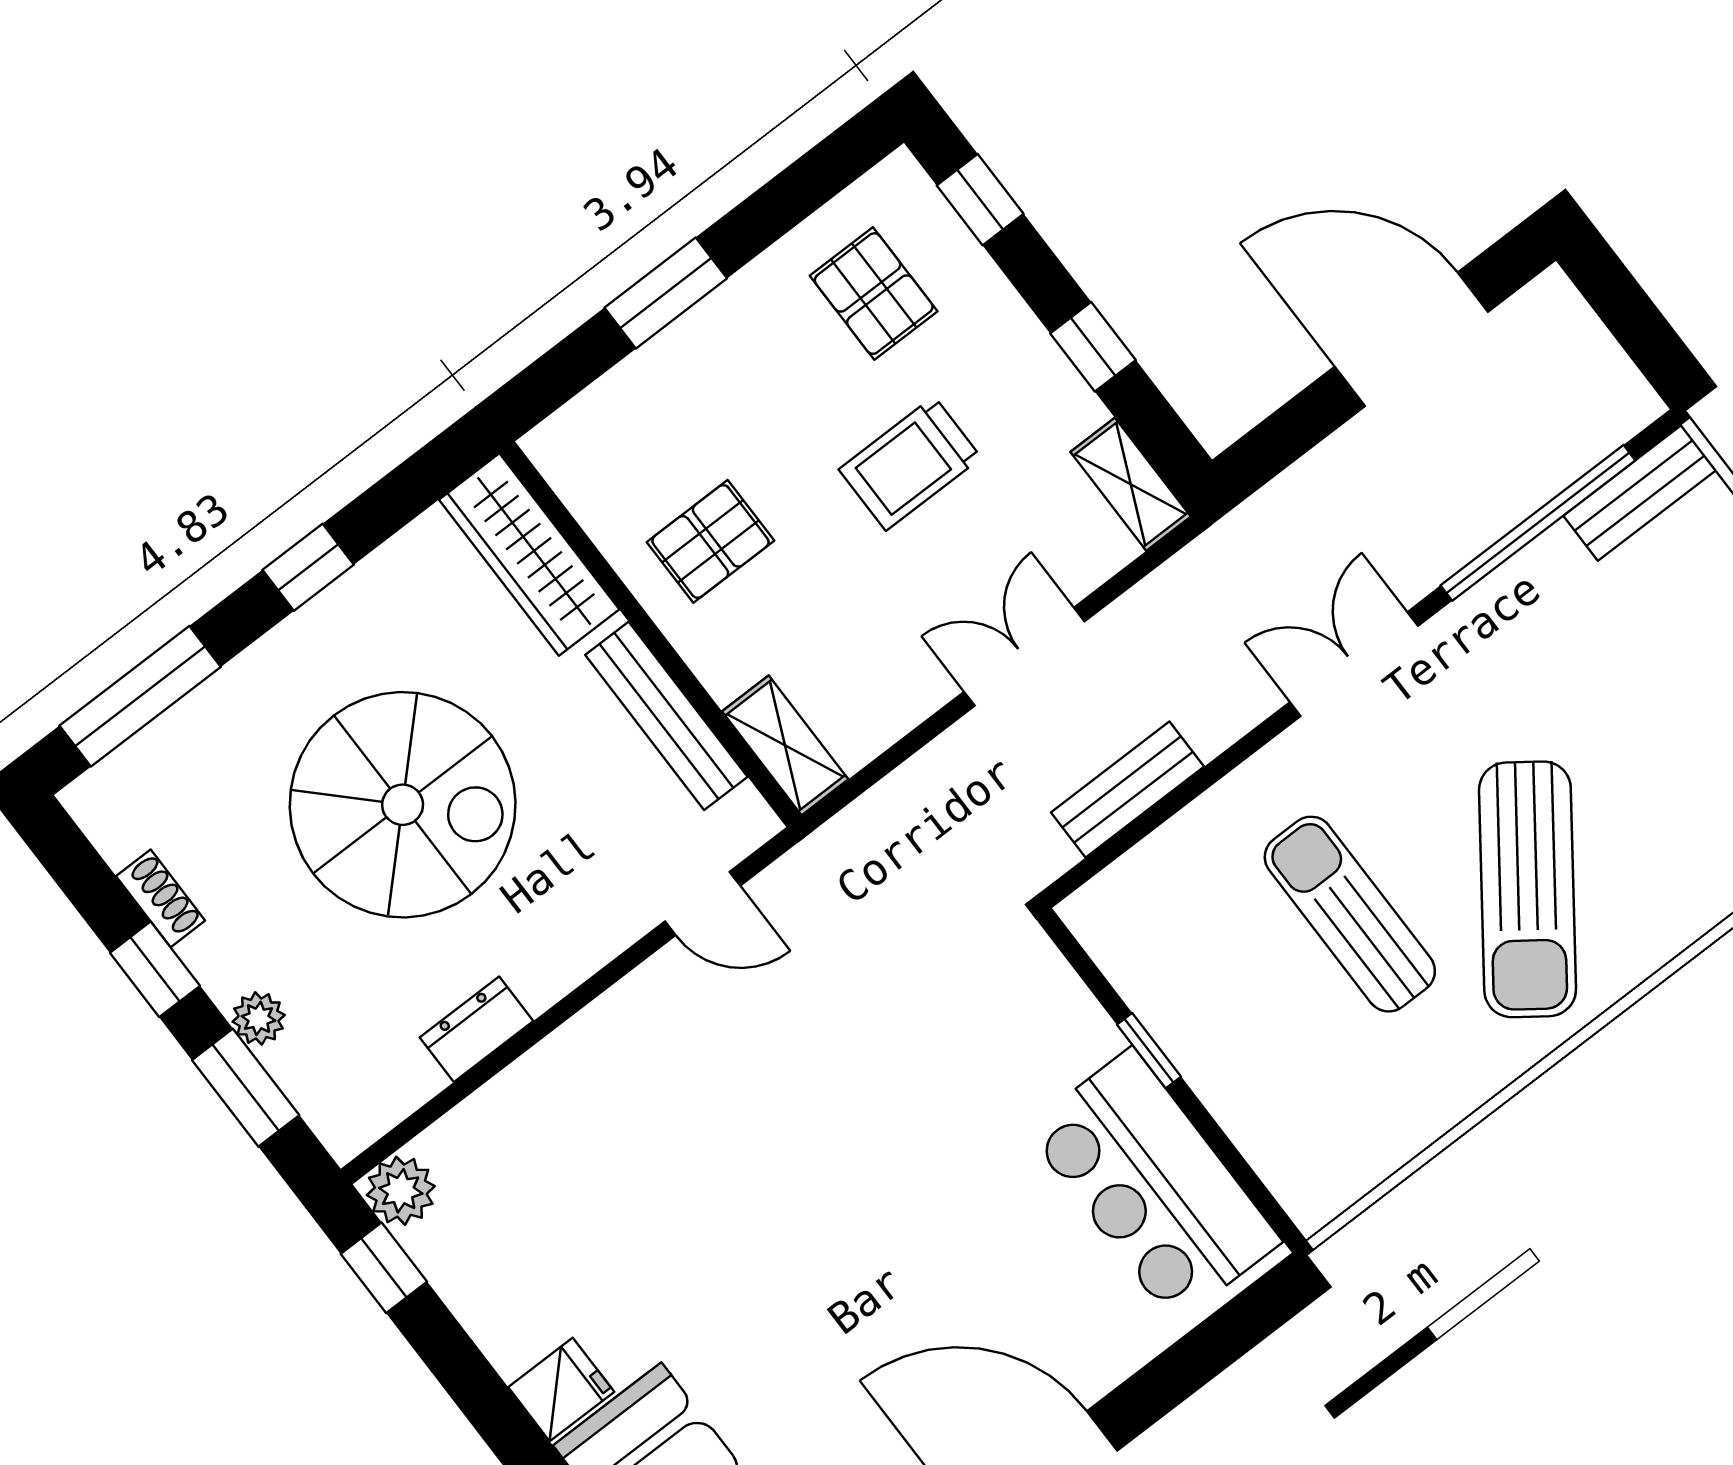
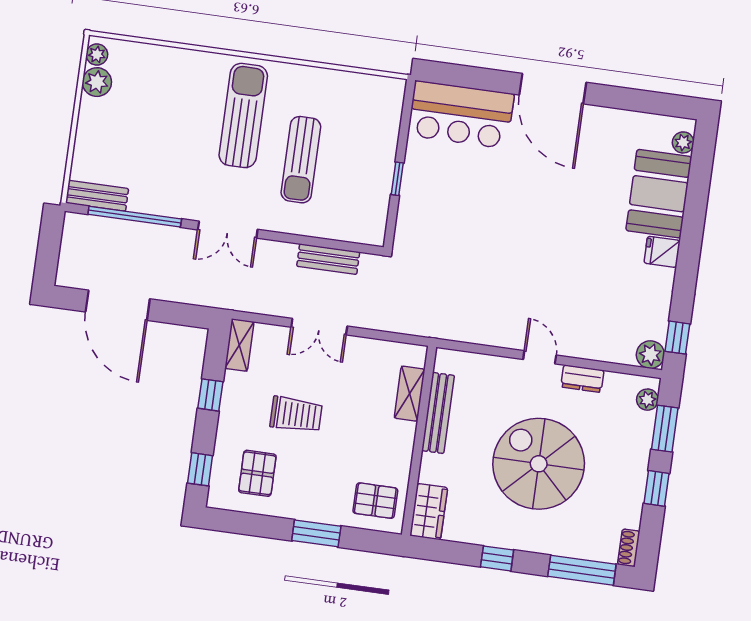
pallet: (710, 541) -> (375, 501), moved
wardrobe: (529, 555) -> (429, 512), width x0.67
shelving: (785, 745) -> (410, 394), moved
sun lounger: (1528, 889) -> (243, 115), turned -36
shoe rack: (161, 898) -> (629, 548), moved
door: (703, 903) -> (540, 357), moved
plant: (259, 1018) -> (647, 400), moved
bar counter: (1153, 1185) -> (461, 115), moved, turned 90

